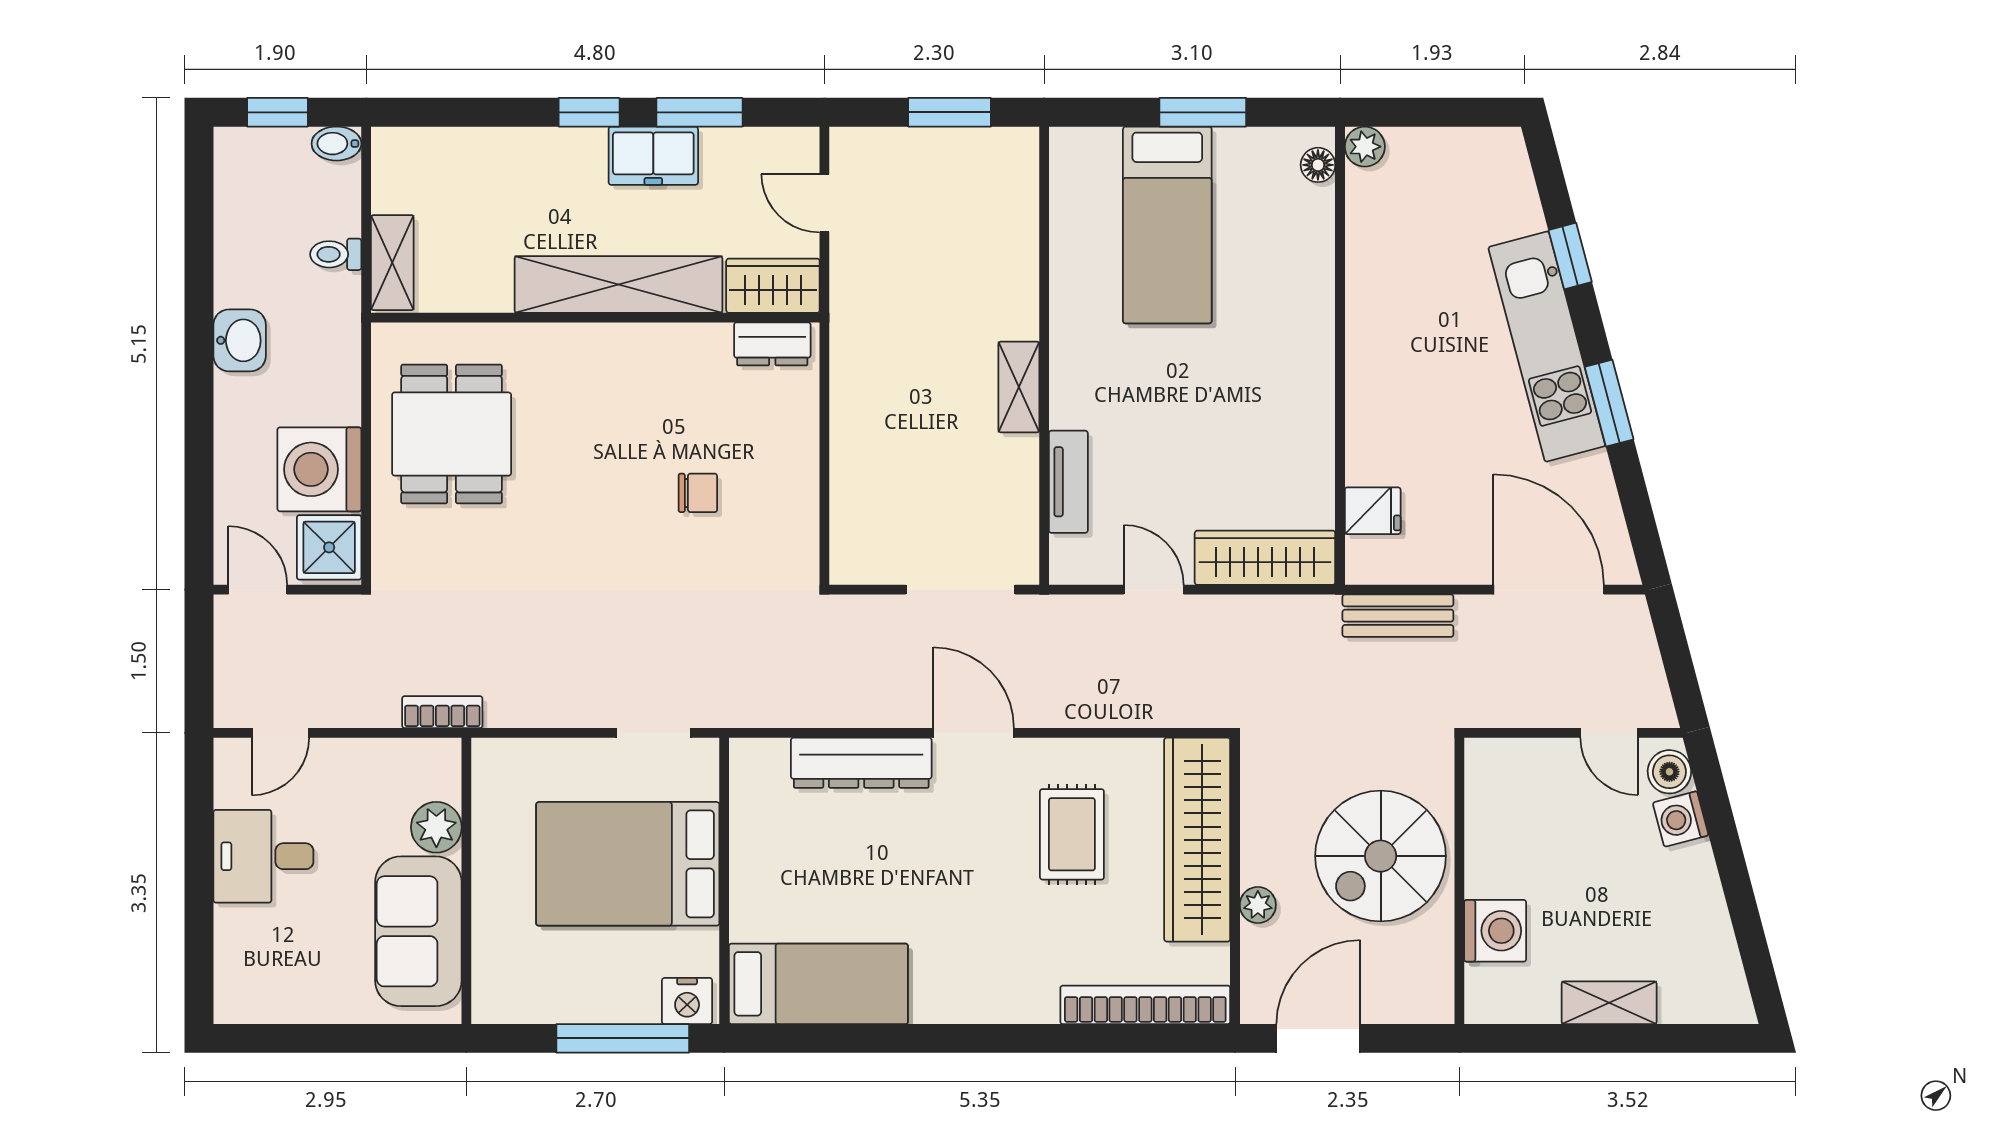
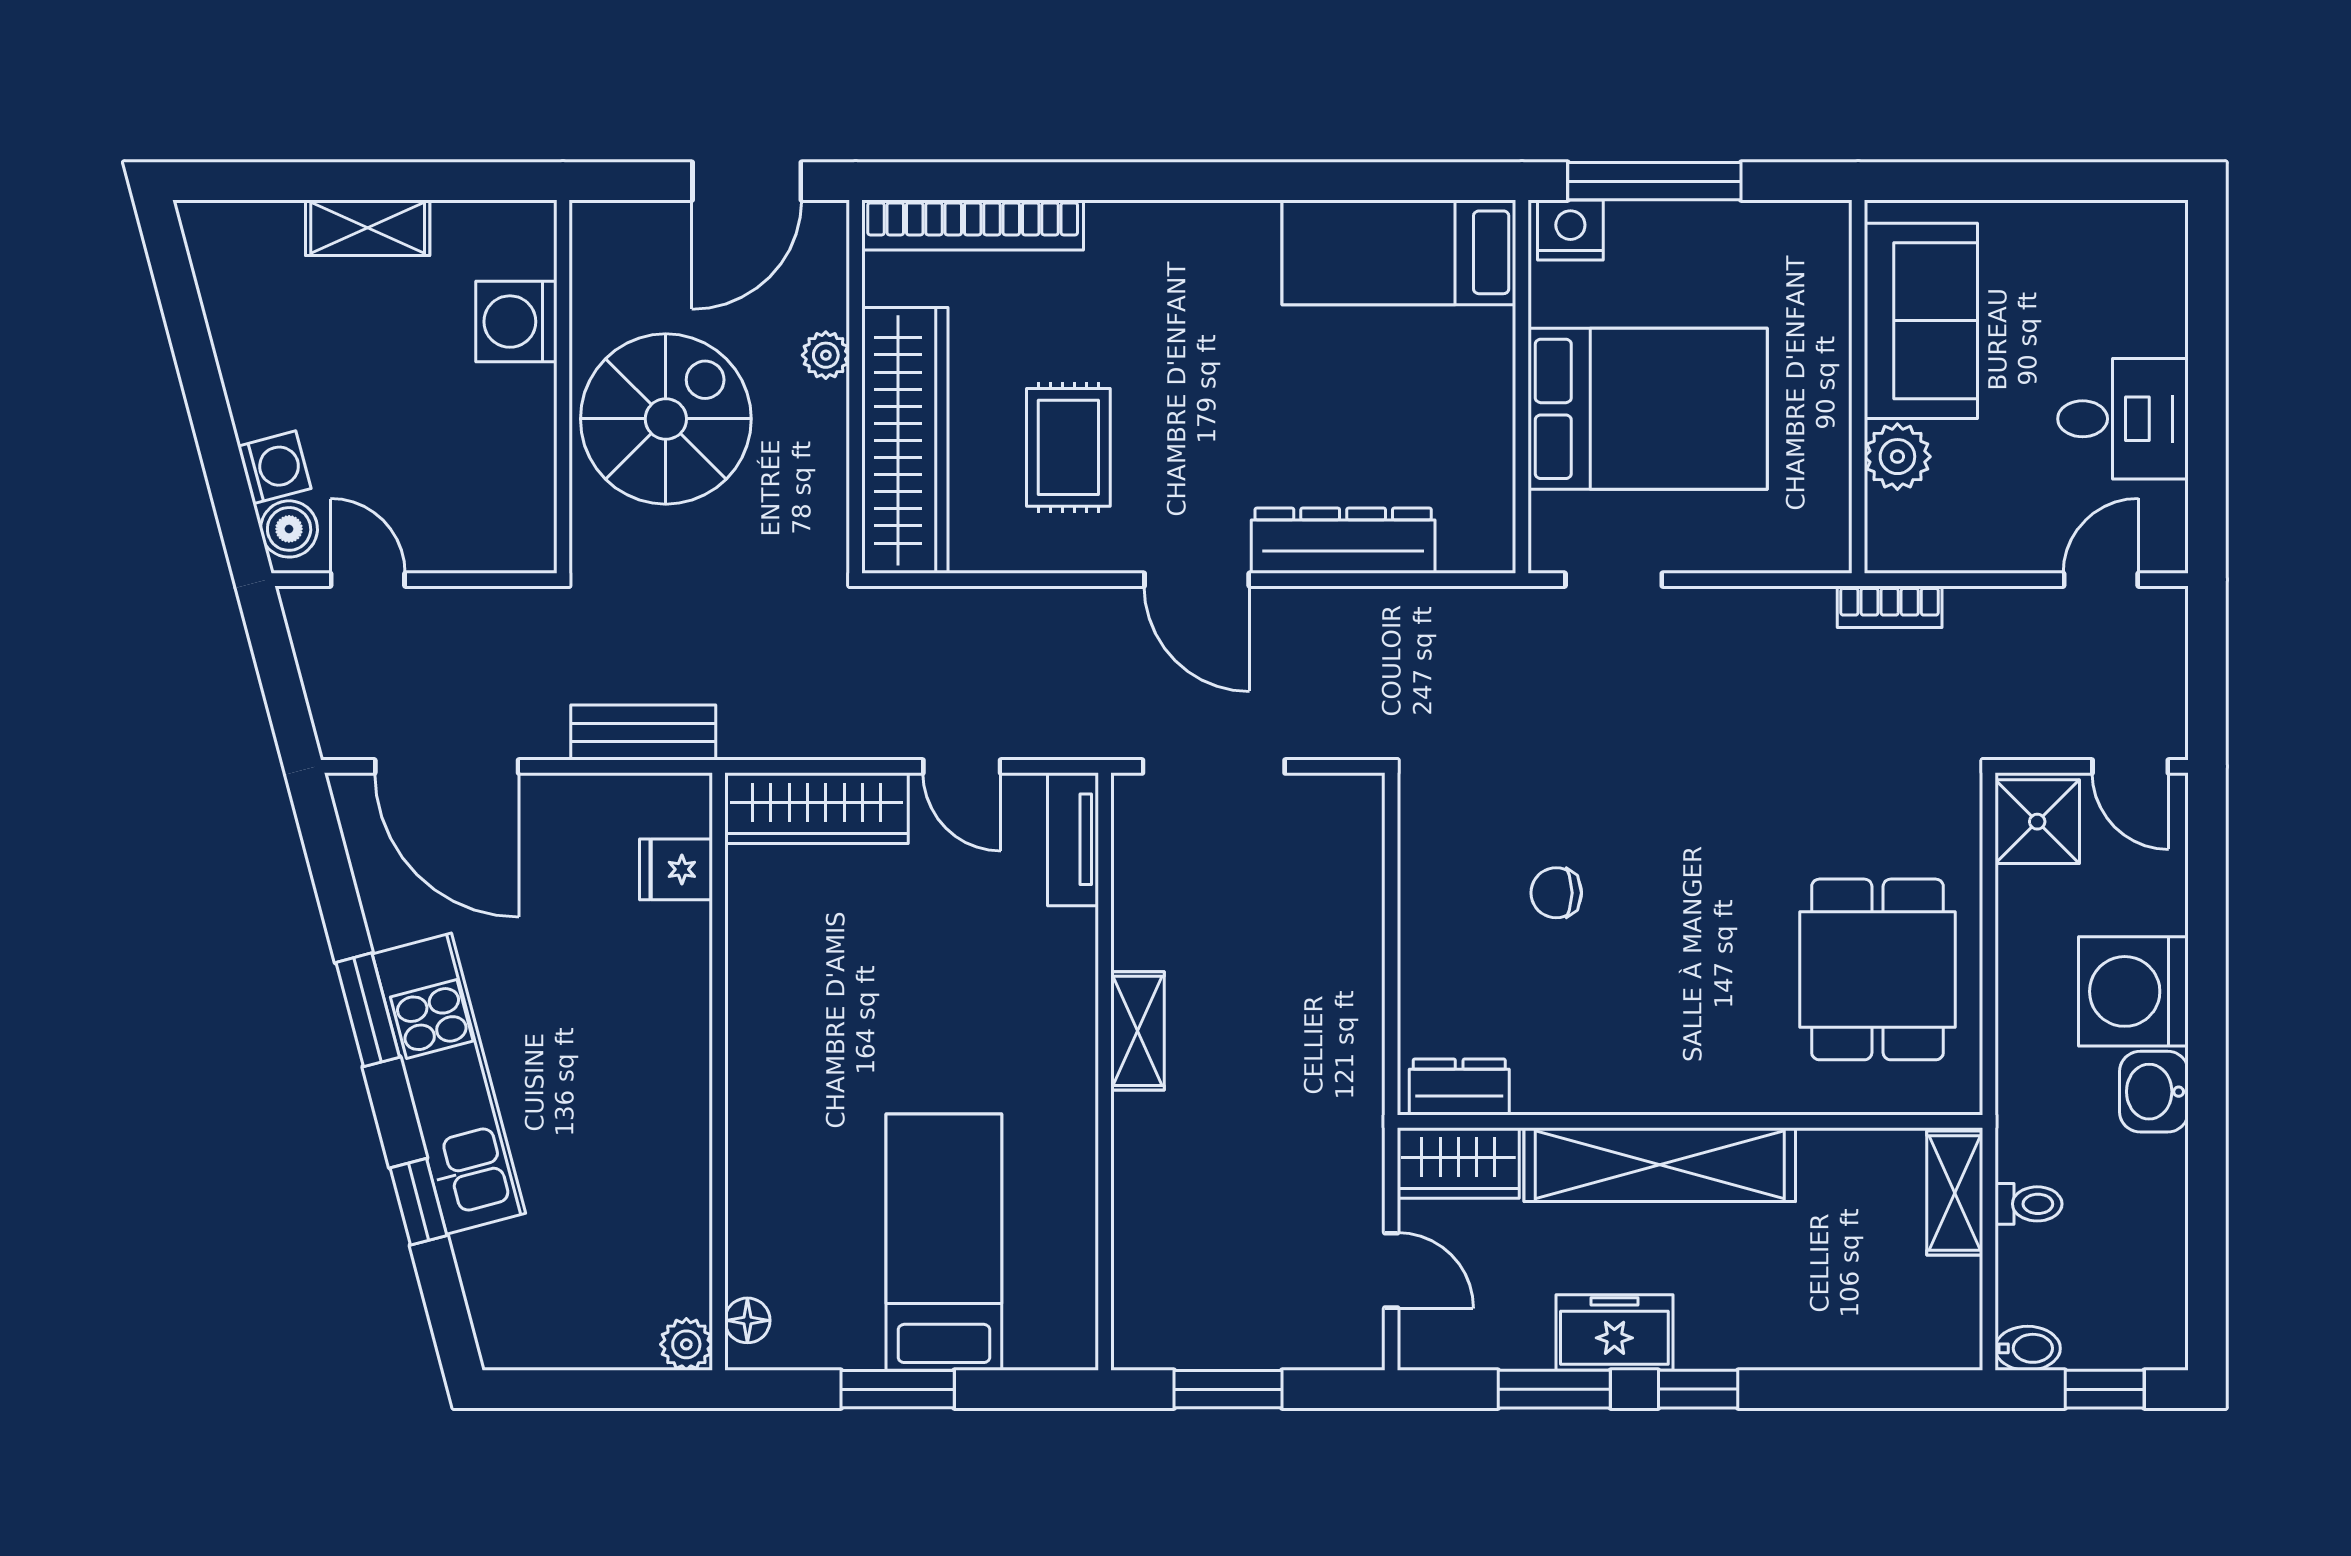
washing machine: (319, 469) -> (2133, 991), moved, turned 180
tv unit: (1068, 482) -> (1073, 839), moved

